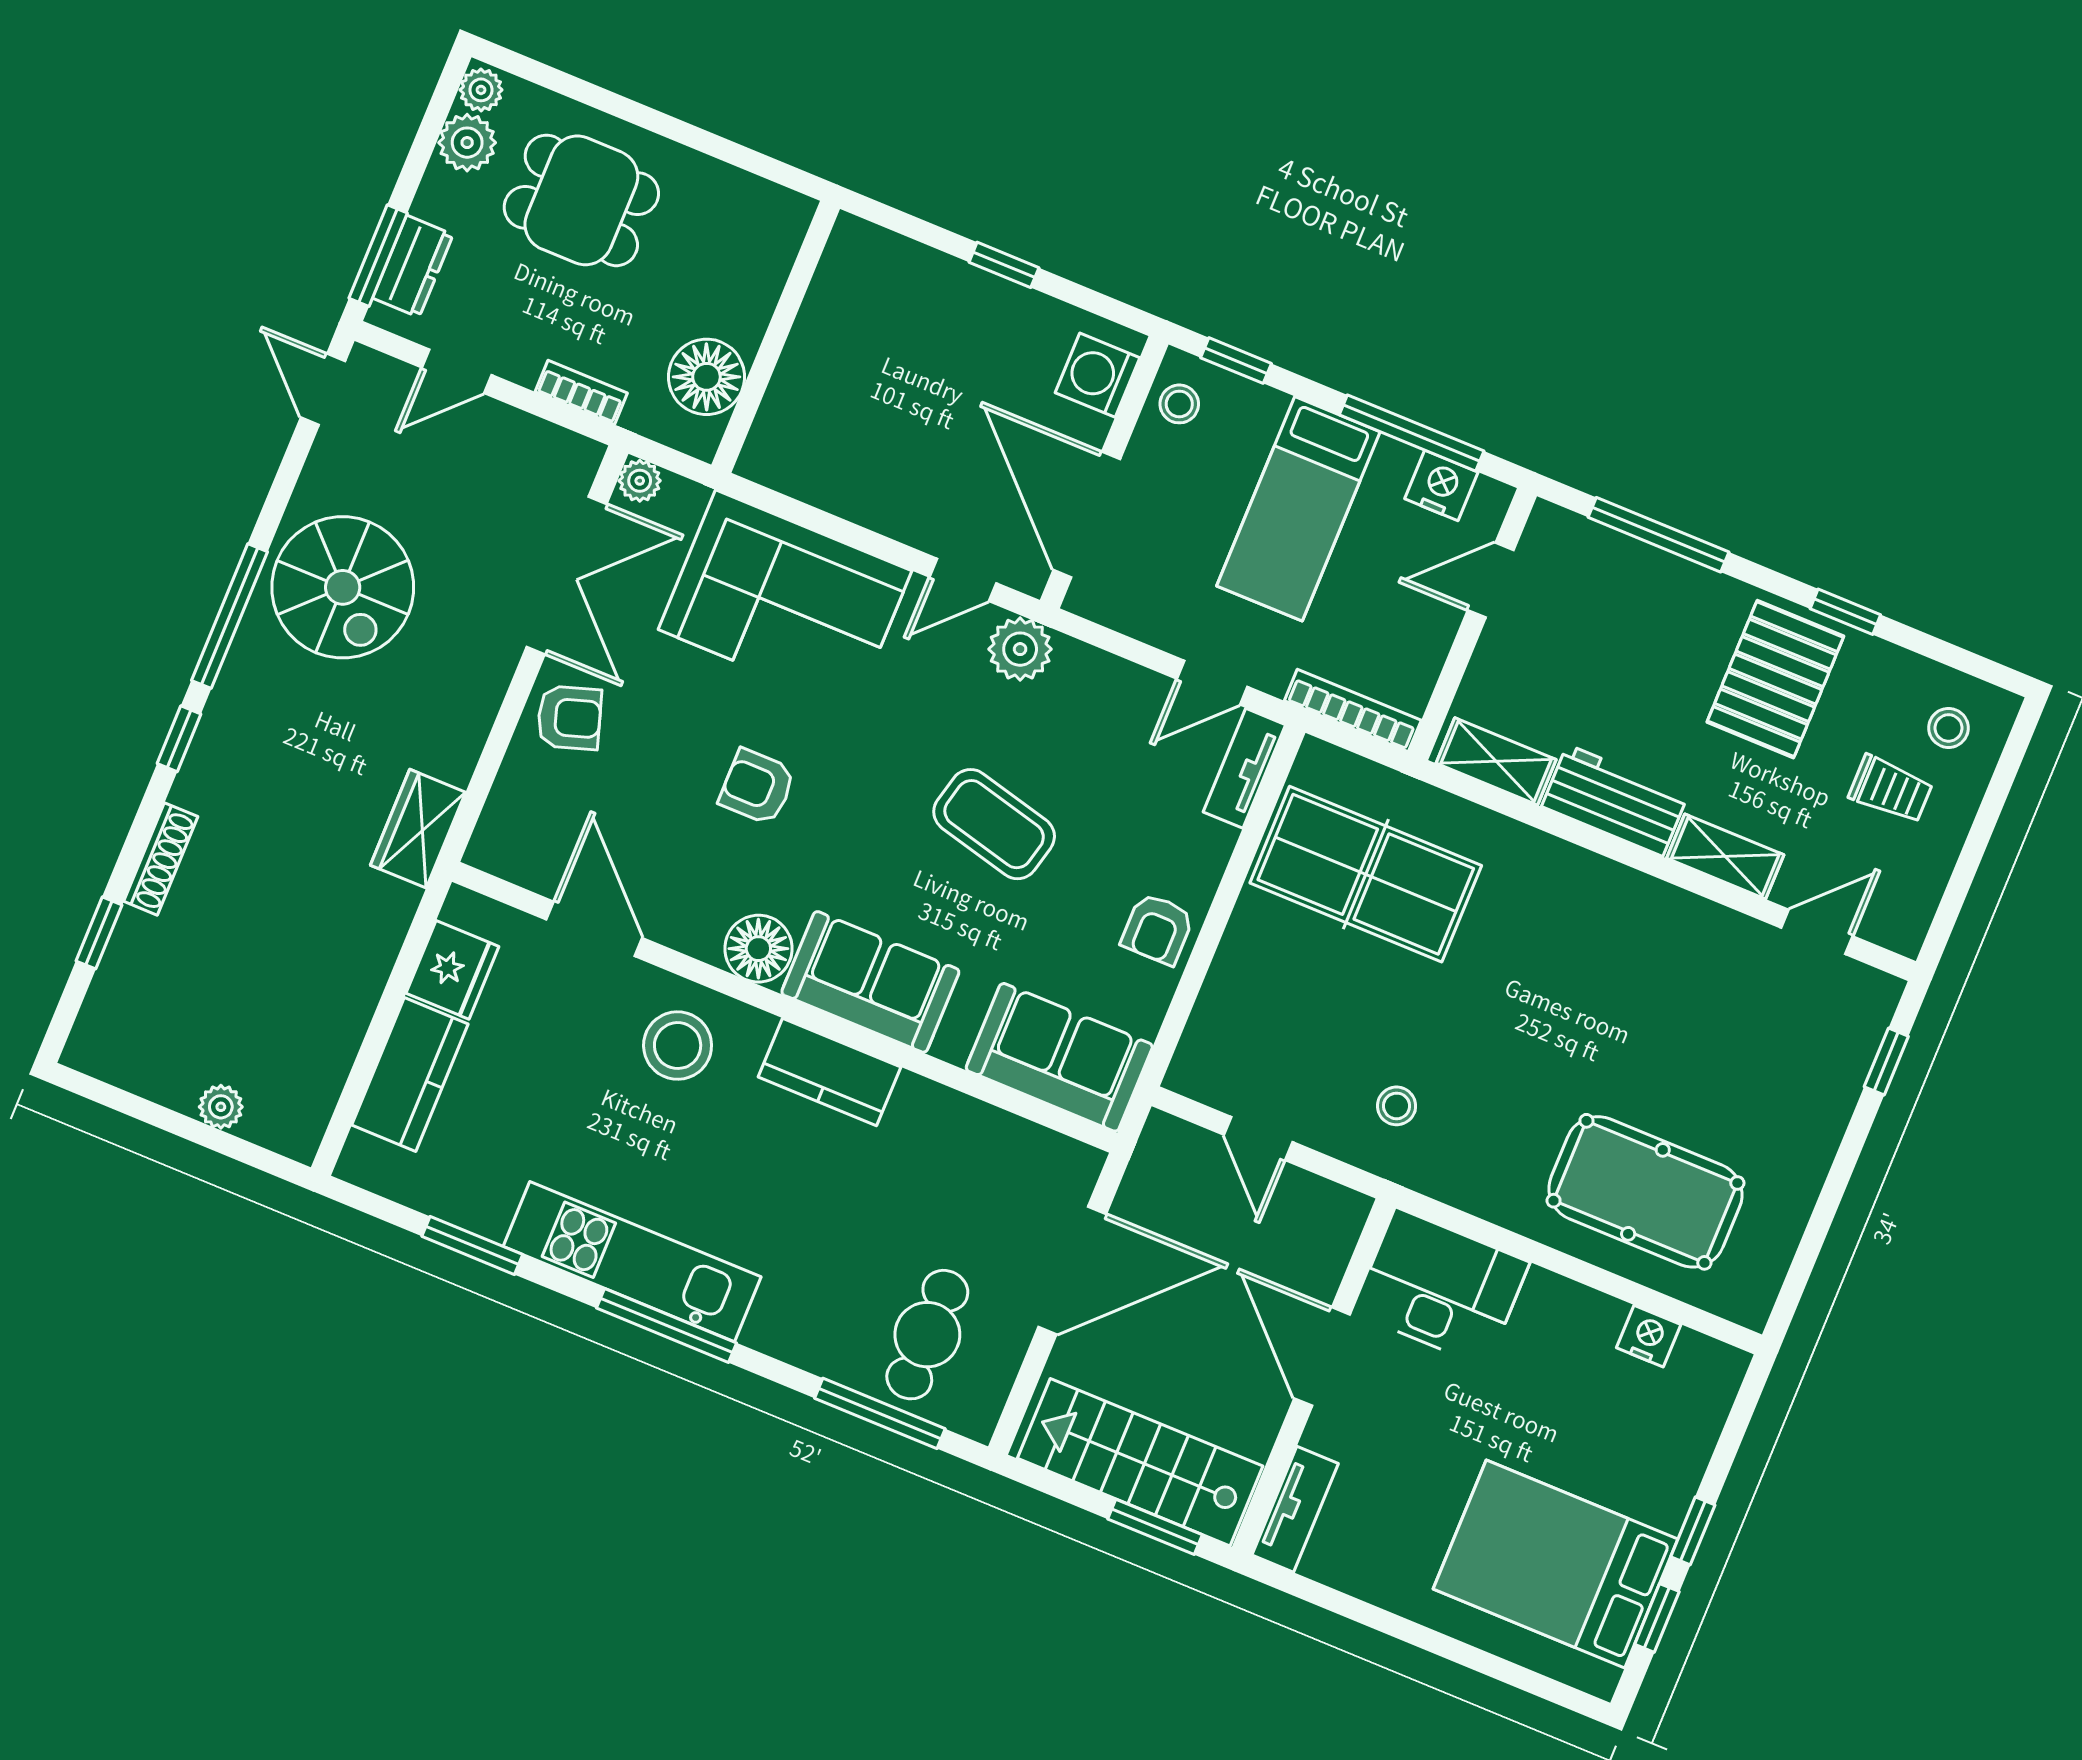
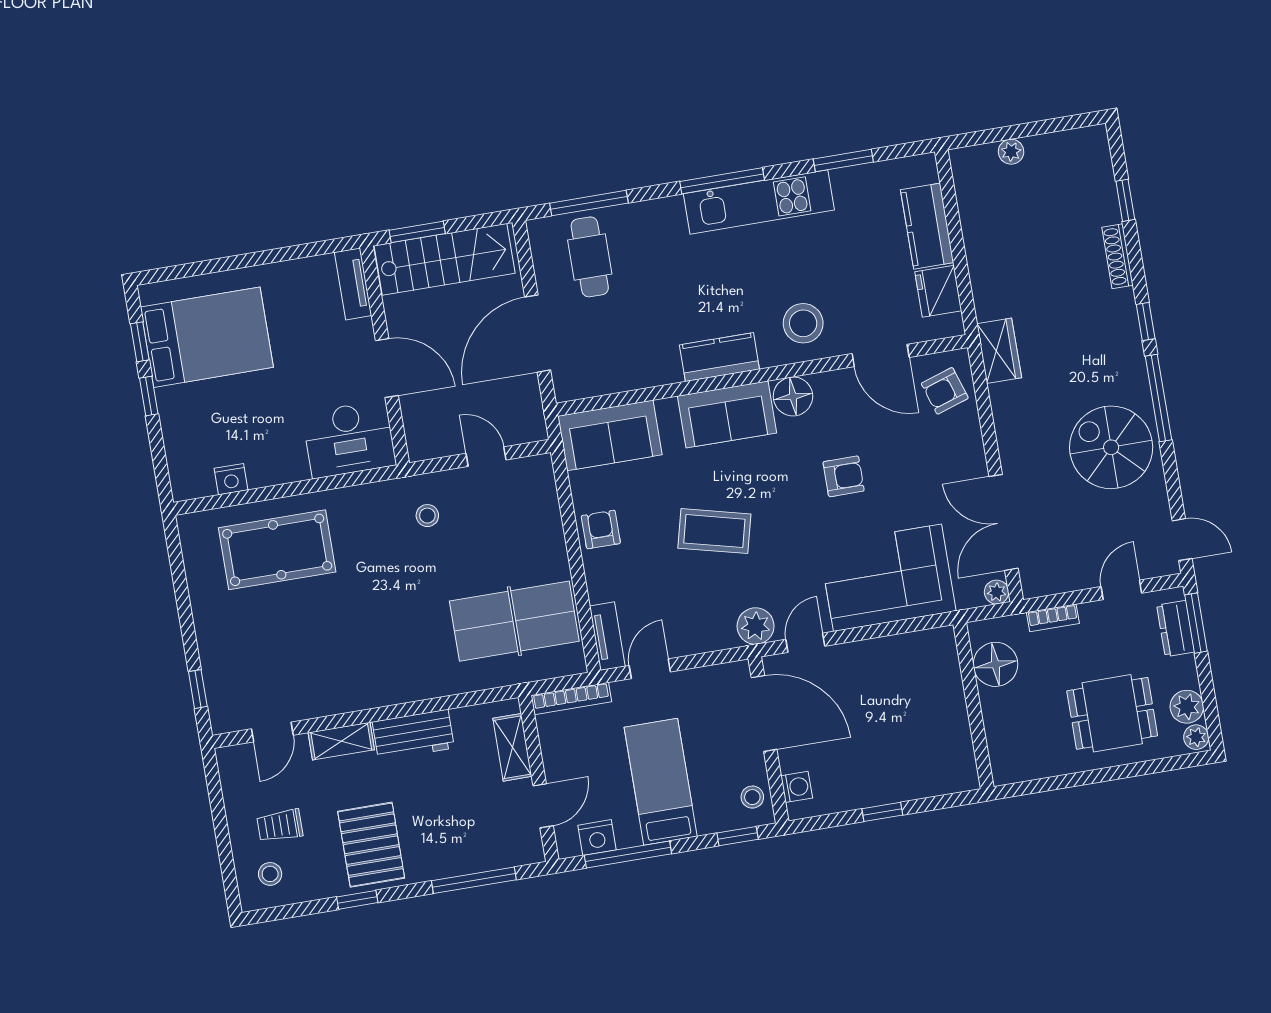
washing machine: (1098, 375) -> (797, 787), width x0.73, depth x0.73
armchair: (569, 718) -> (945, 391), moved
shelving: (1496, 761) -> (512, 747), moved, turned 90

